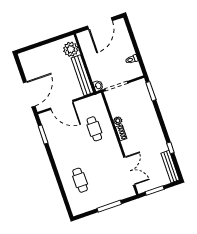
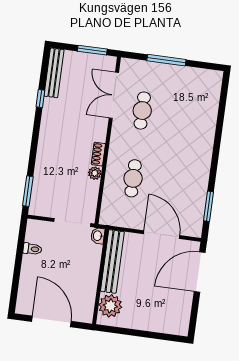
door: (100, 23) -> (51, 321), hinge flipped
cafe table: (80, 180) -> (142, 111), moved

